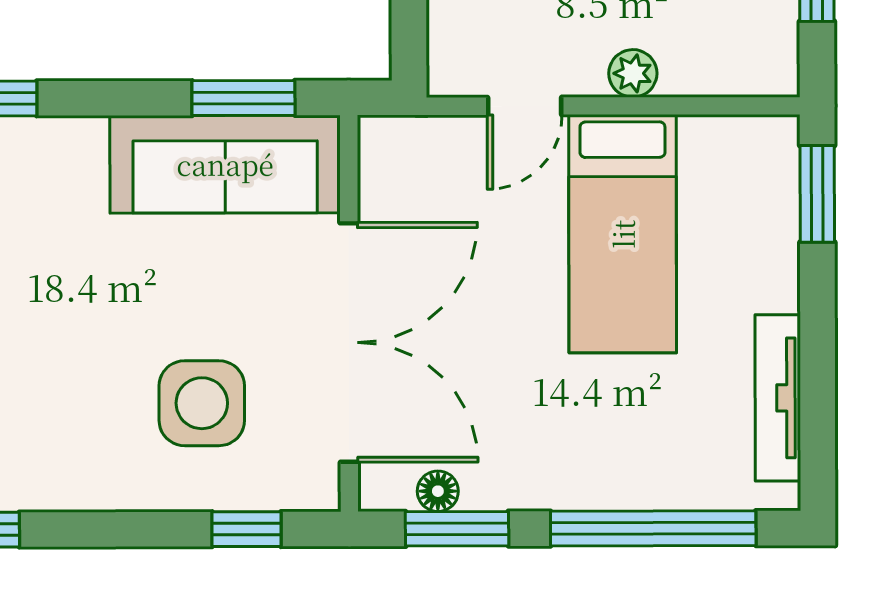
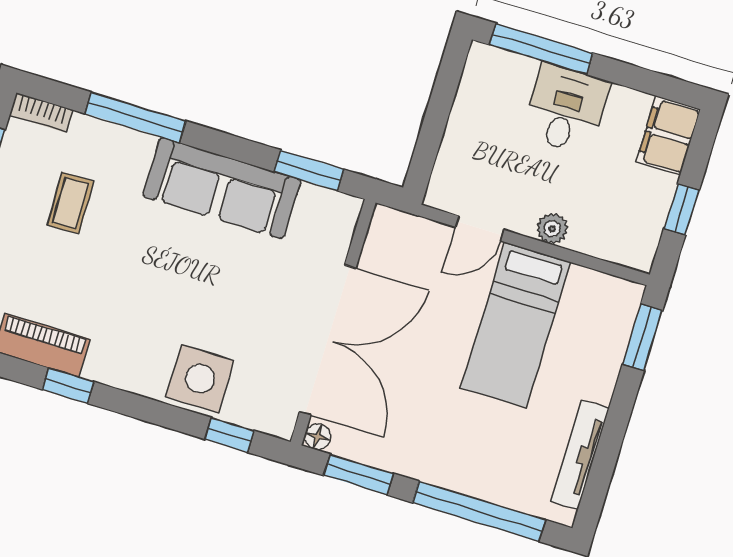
sofa: (225, 164) -> (222, 188), moved
side table: (202, 403) -> (200, 378), moved
floor lamp: (438, 491) -> (318, 437), moved

